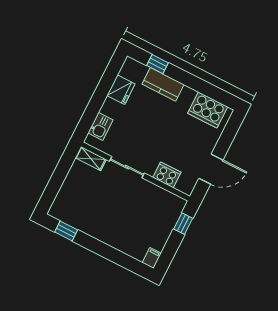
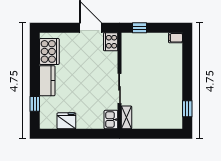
kitchen counter: (163, 84) -> (47, 81), moved
kitchen sink: (100, 126) -> (111, 120), moved, turned -90
cooker: (167, 175) -> (111, 42), moved

